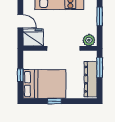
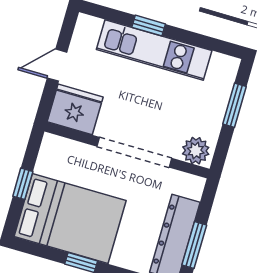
door: (20, 21) -> (57, 65), swing flipped
window: (100, 67) -> (194, 245), moved

